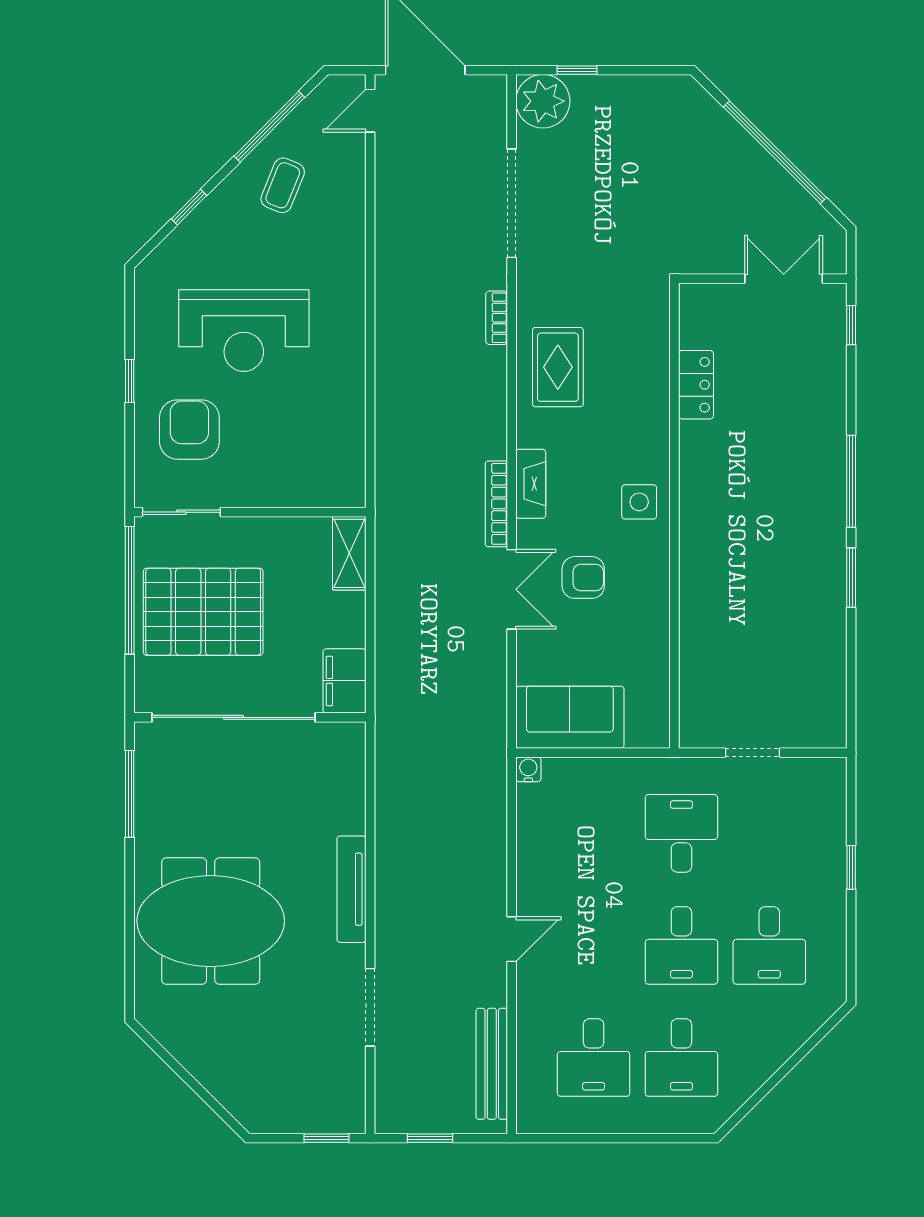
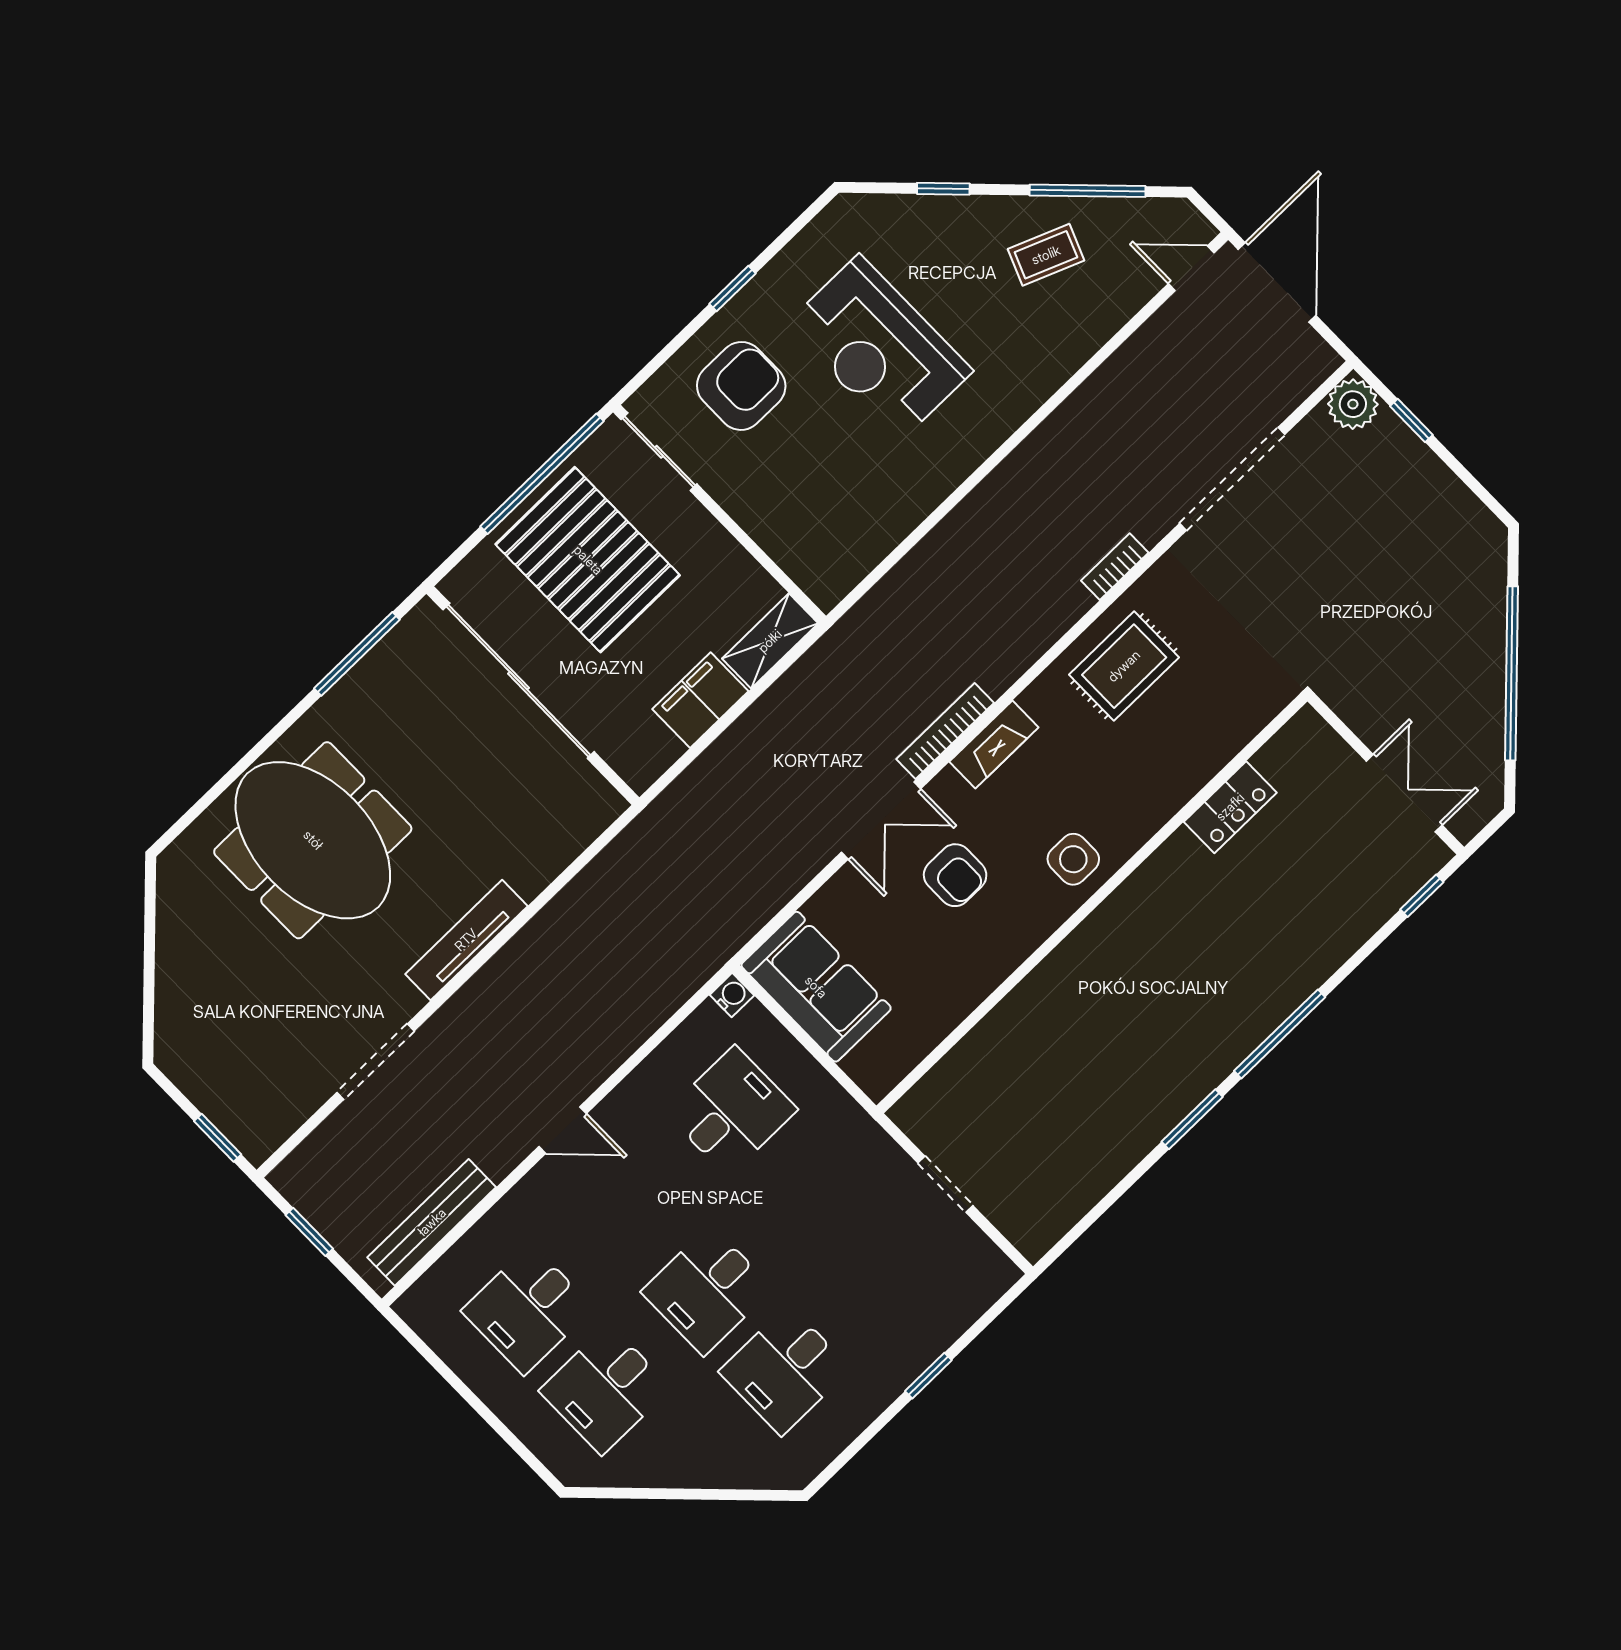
plant: (543, 101) -> (1353, 404), width x0.73, depth x0.73
filing cabinet: (344, 681) -> (700, 700), moved
desk: (681, 833) -> (731, 1111), moved

